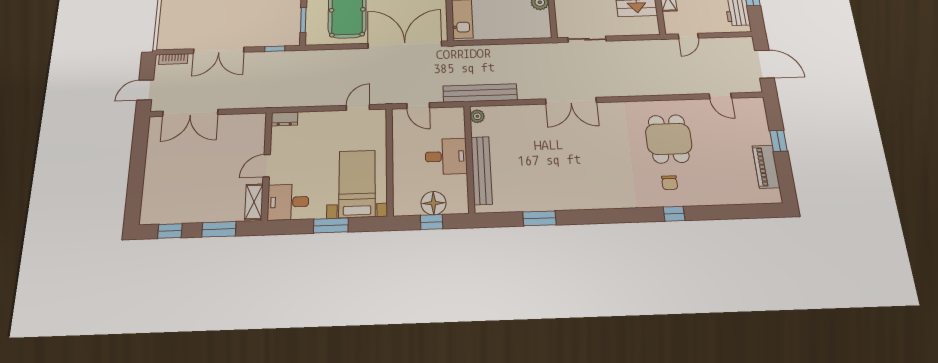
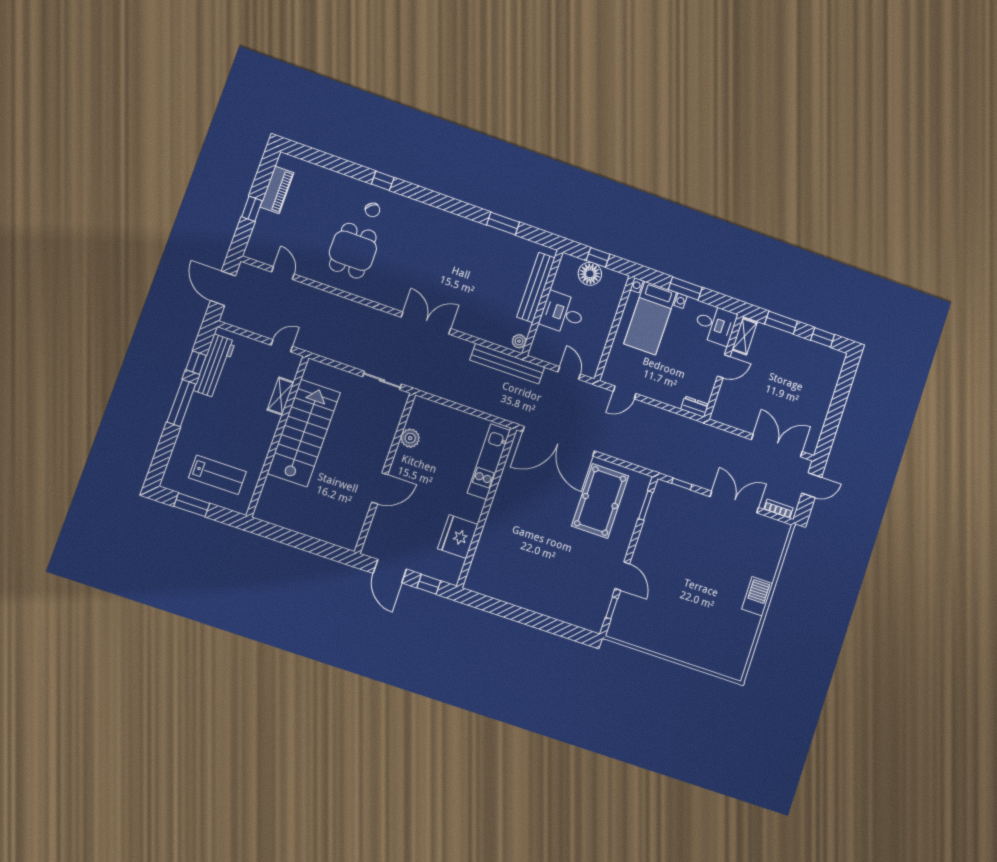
chair: (670, 183) -> (373, 210), turned 141

